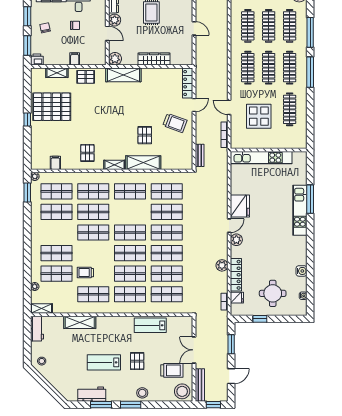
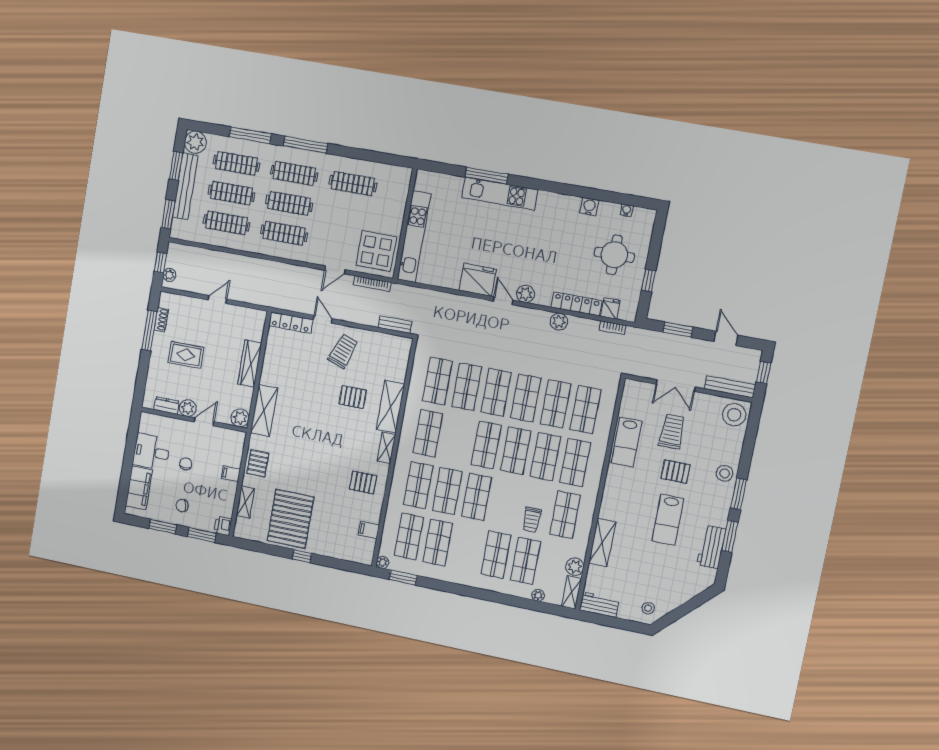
display table: (259, 116) -> (376, 251), moved
plant: (59, 307) -> (575, 567), added
trolley: (172, 370) -> (672, 432), moved

